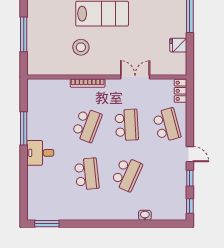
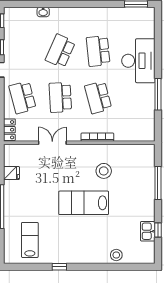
double door: (135, 77) -> (52, 143), swing flipped
school desk: (87, 125) -> (98, 97), turned -36
desk: (40, 153) -> (138, 61), width x1.87, depth x1.30

